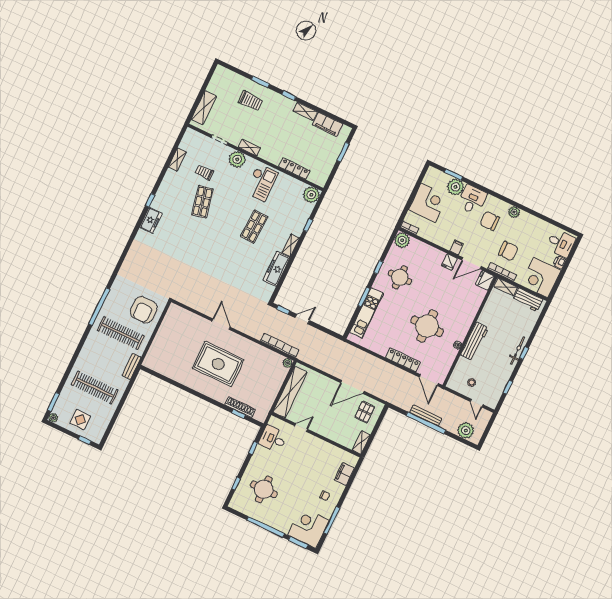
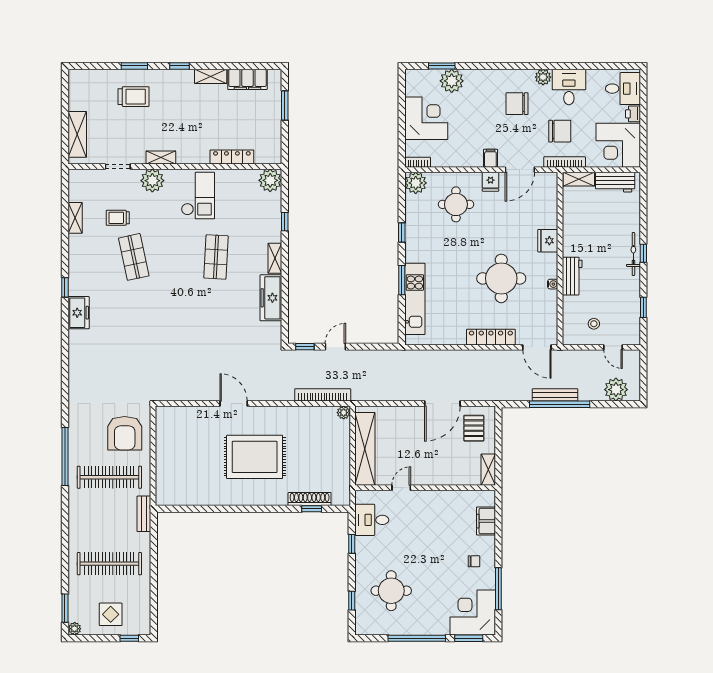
desk: (472, 200) -> (569, 87), moved
round table: (400, 277) -> (456, 204), moved
fridge: (485, 280) -> (548, 241), moved
workbench: (475, 341) -> (572, 276), width x0.73

